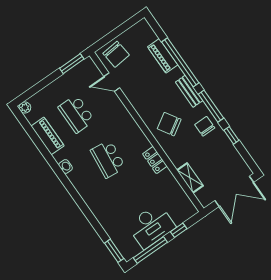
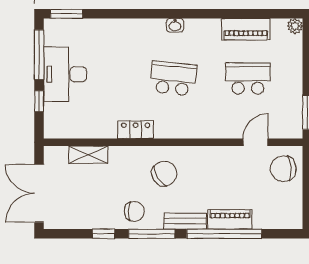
piano: (163, 56) -> (230, 219), moved
washbasin: (66, 167) -> (175, 25), moved

